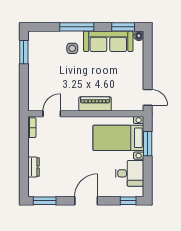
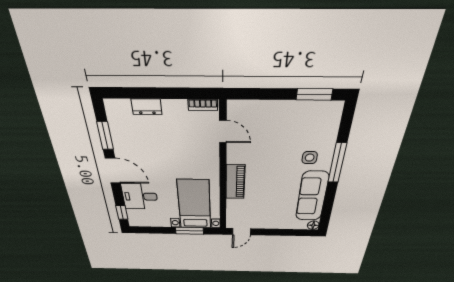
window: (123, 27) -> (327, 211), removed
desk: (130, 173) -> (140, 197), moved, turned 90
window: (45, 201) -> (105, 136), moved

